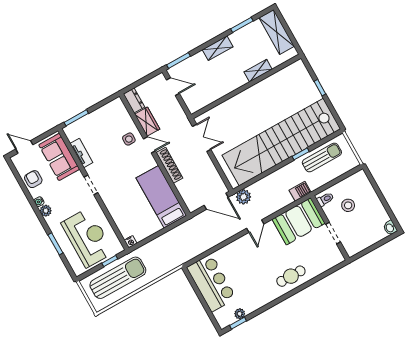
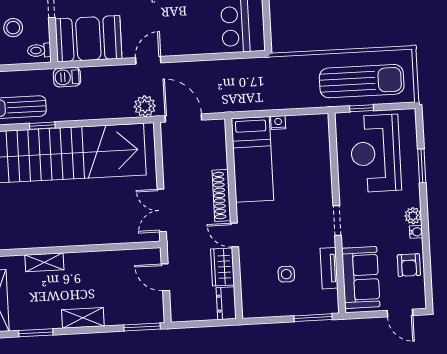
door: (173, 87) -> (165, 277), moved
side table: (129, 139) -> (286, 274), moved
nightstand: (131, 242) -> (278, 123), moved
sun lounger: (118, 278) -> (362, 81), turned 180

